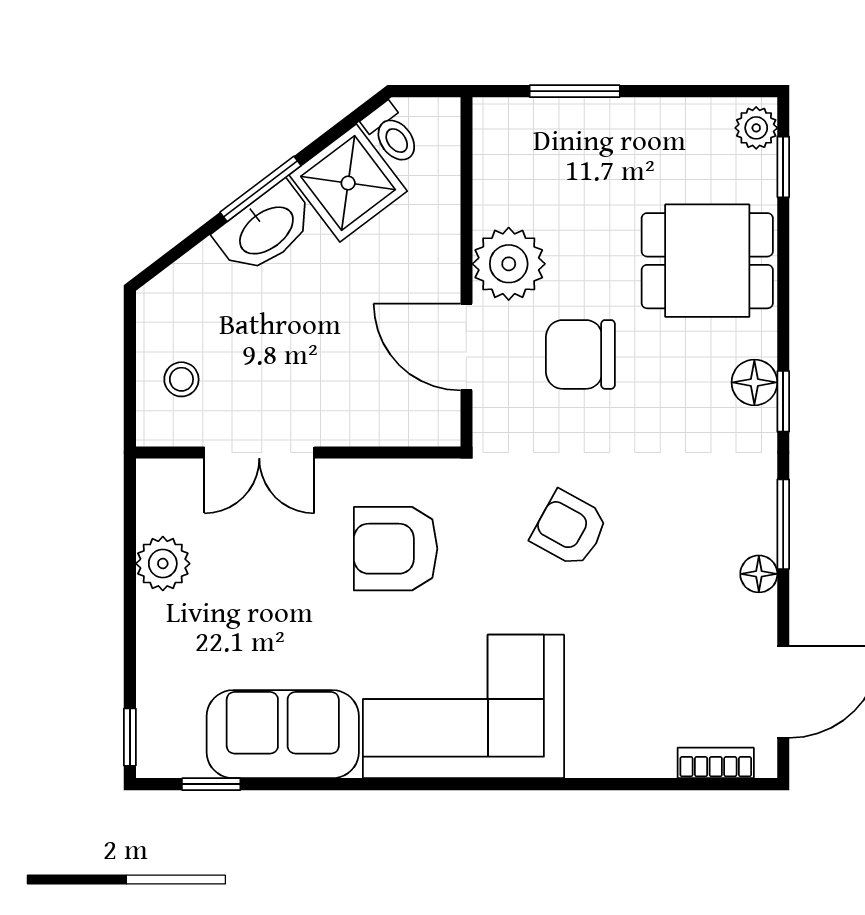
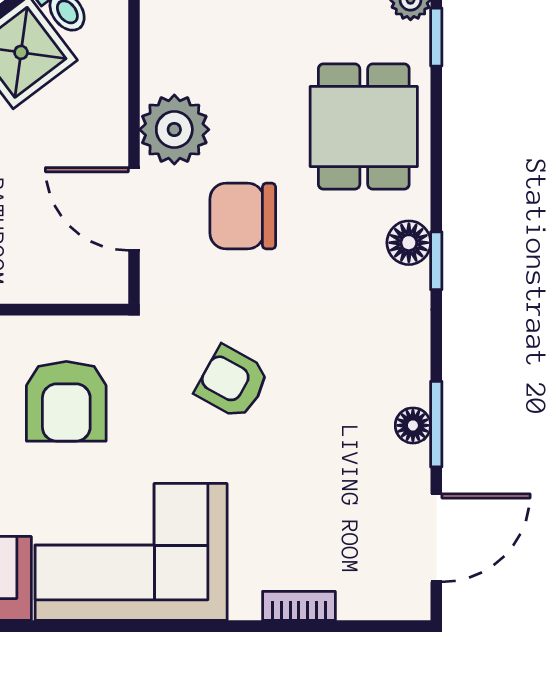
dining table: (707, 261) -> (364, 127), turned 90
window: (783, 524) -> (436, 424), moved
armchair: (396, 549) -> (66, 401), turned -90
bookcase: (716, 763) -> (299, 606), moved

